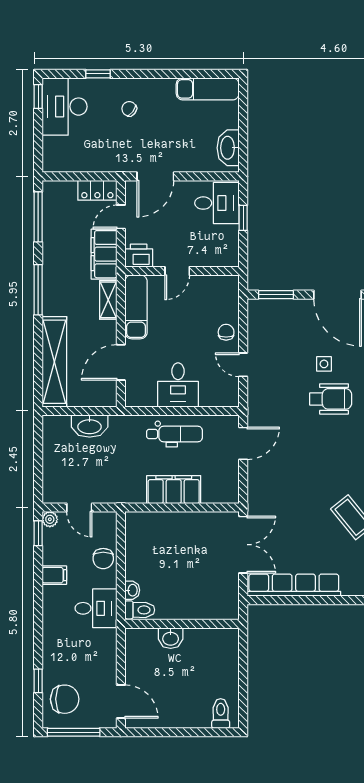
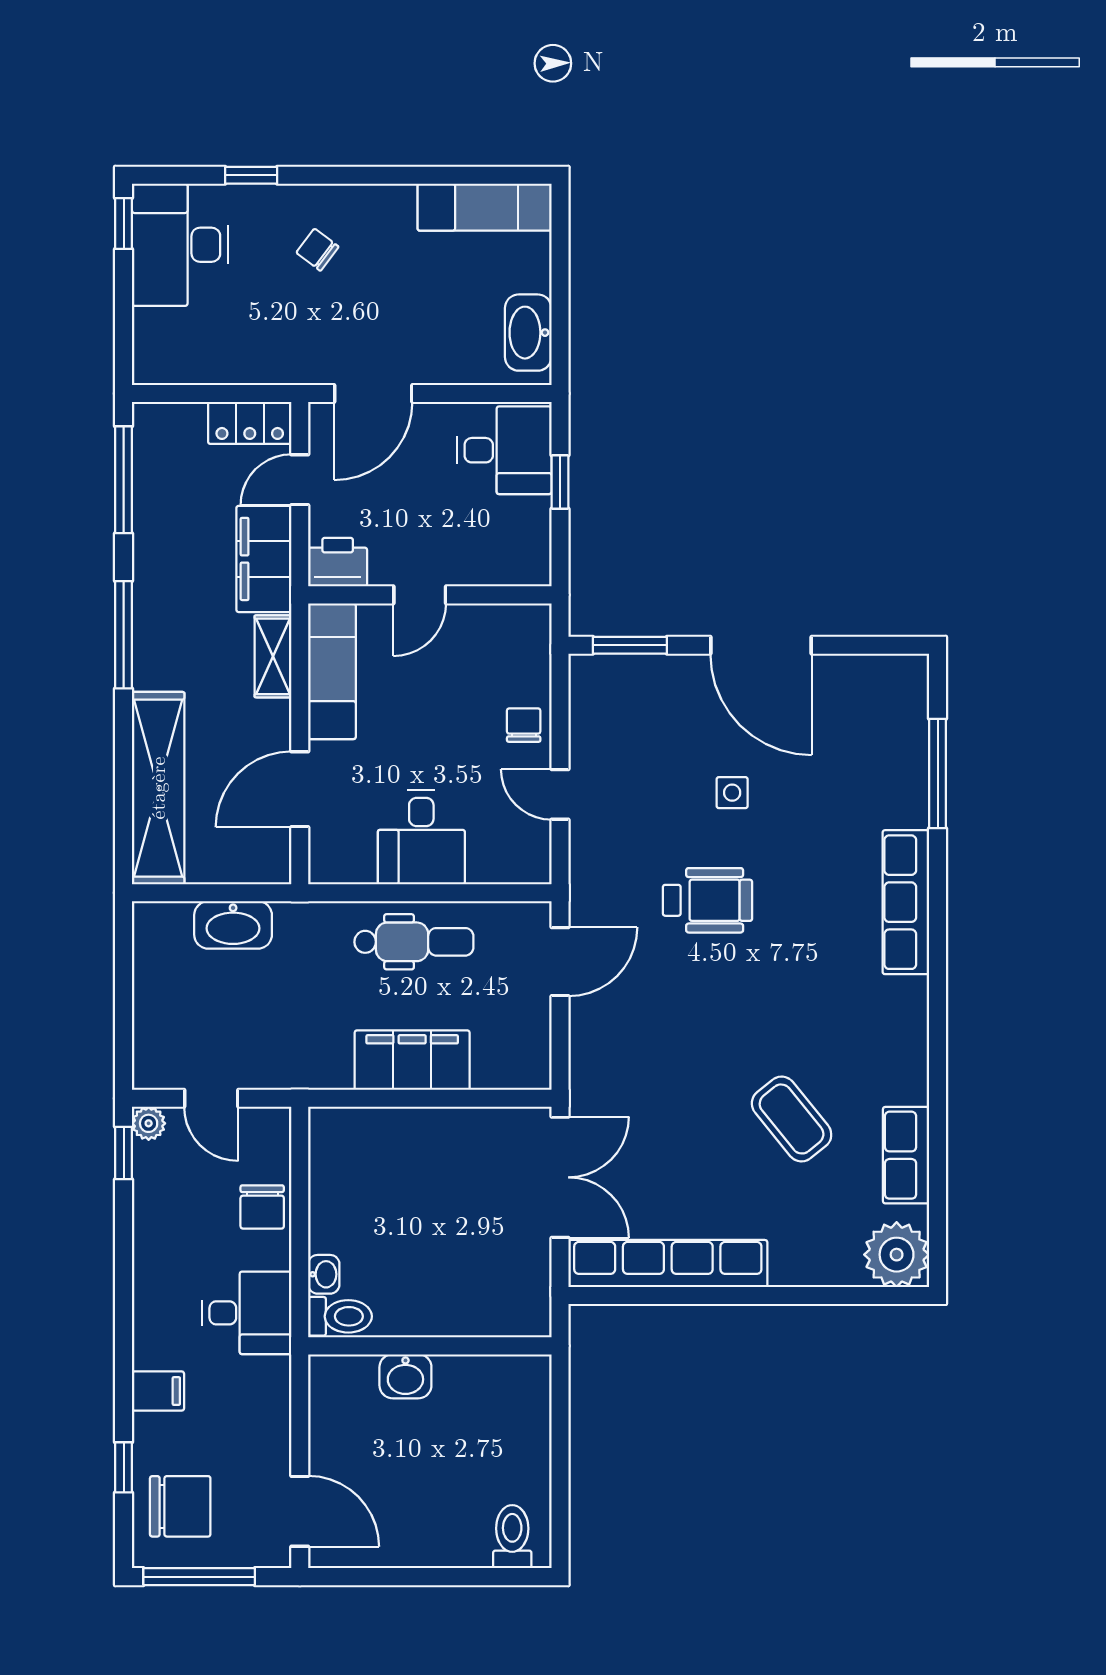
wheelchair: (331, 399) -> (707, 900), moved
filing cabinet: (54, 575) -> (158, 1391), moved

